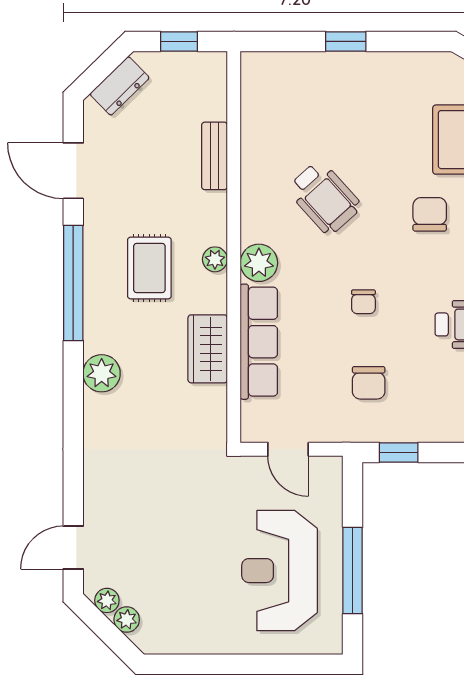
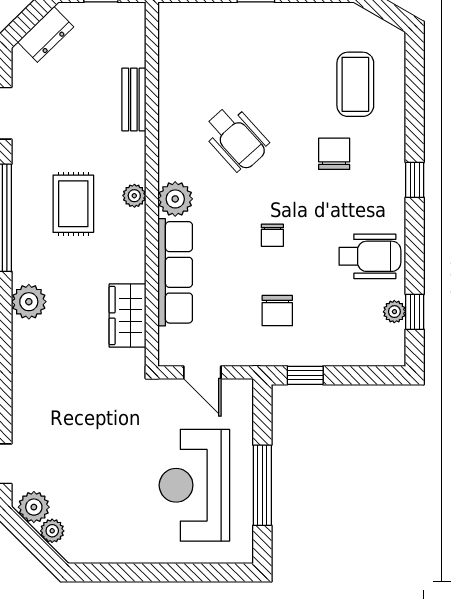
wardrobe: (208, 349) -> (128, 316), moved
plant: (107, 600) -> (34, 507), width x1.38, depth x1.38

